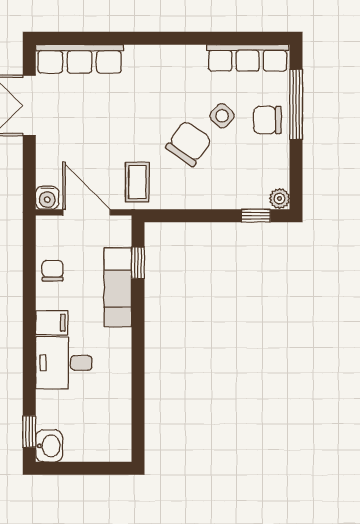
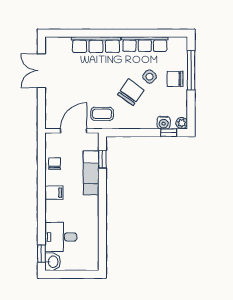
row of seats: (248, 58) -> (145, 44), moved
row of seats: (80, 59) -> (96, 45), moved
coffee table: (137, 182) -> (102, 114), turned 90
water cooler: (47, 198) -> (164, 123), moved
door: (87, 212) -> (74, 131), hinge flipped
desk: (64, 363) -> (61, 237), moved

